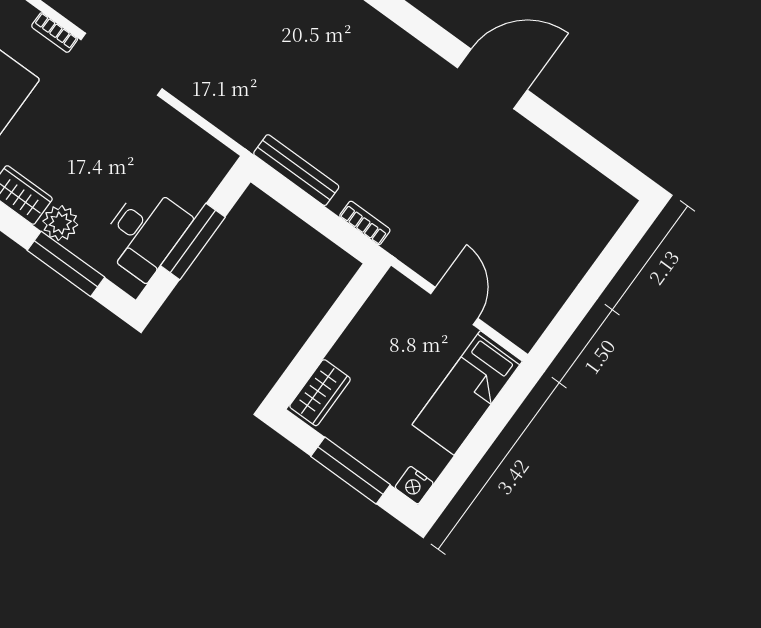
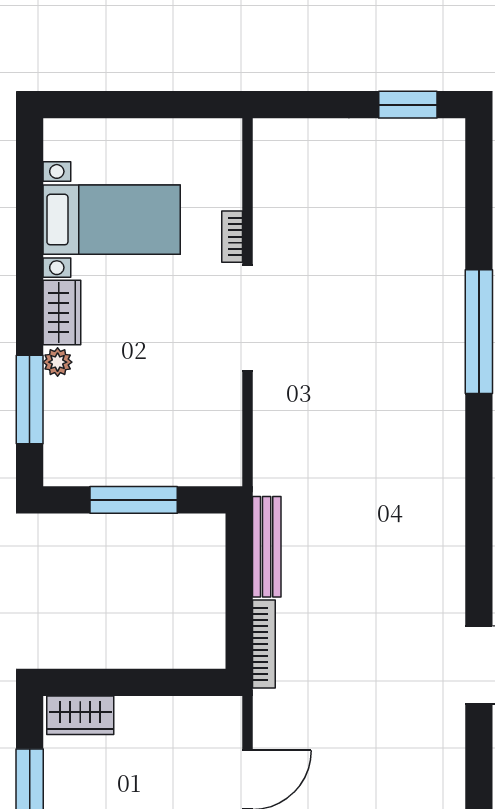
plant: (60, 223) -> (58, 362), width x0.73, depth x0.73
bookcase: (365, 223) -> (264, 644), width x1.56
desk: (145, 233) -> (110, 450), removed

